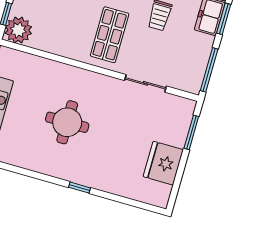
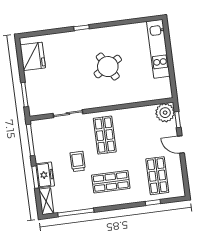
round table: (67, 122) -> (108, 67), turned -30
fridge: (163, 163) -> (33, 56), moved

